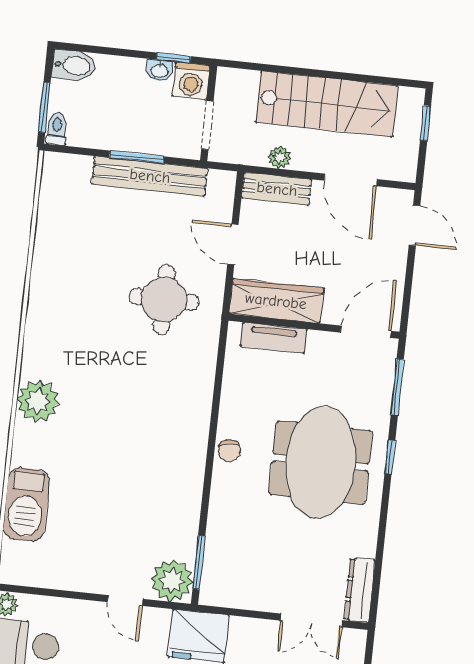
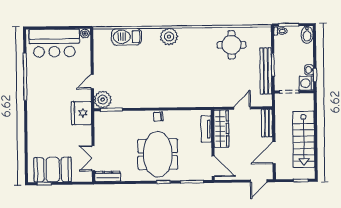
plant: (280, 157) -> (280, 123), removed
round table: (164, 299) -> (231, 45), moved
meeting table: (321, 463) -> (158, 154), turned 90

